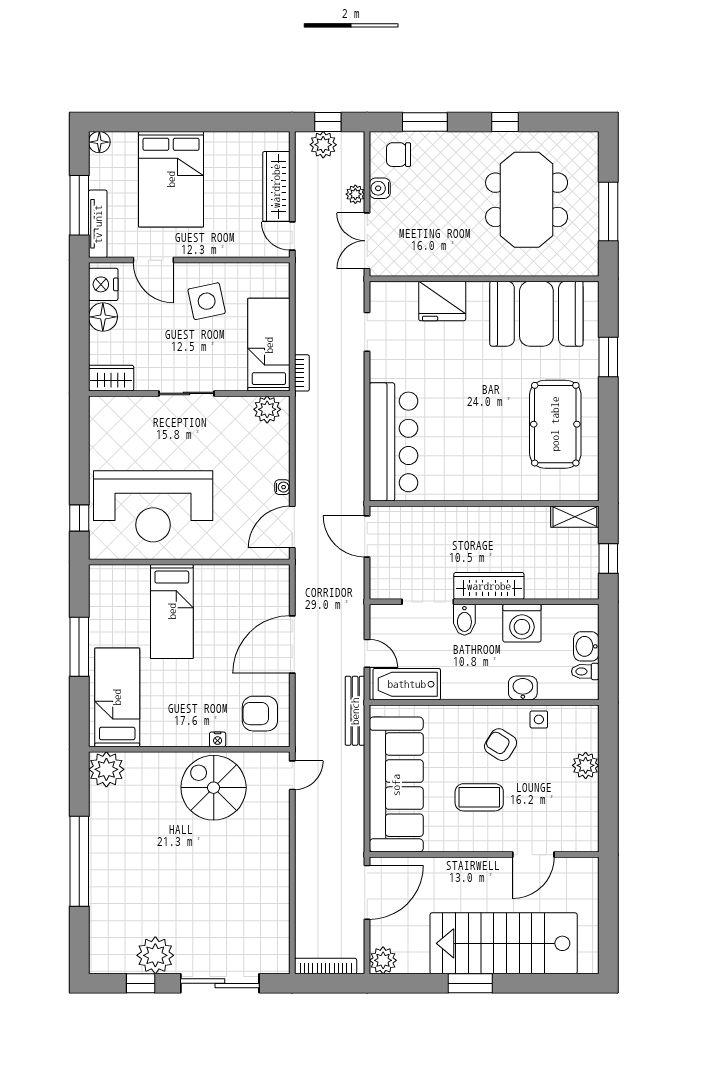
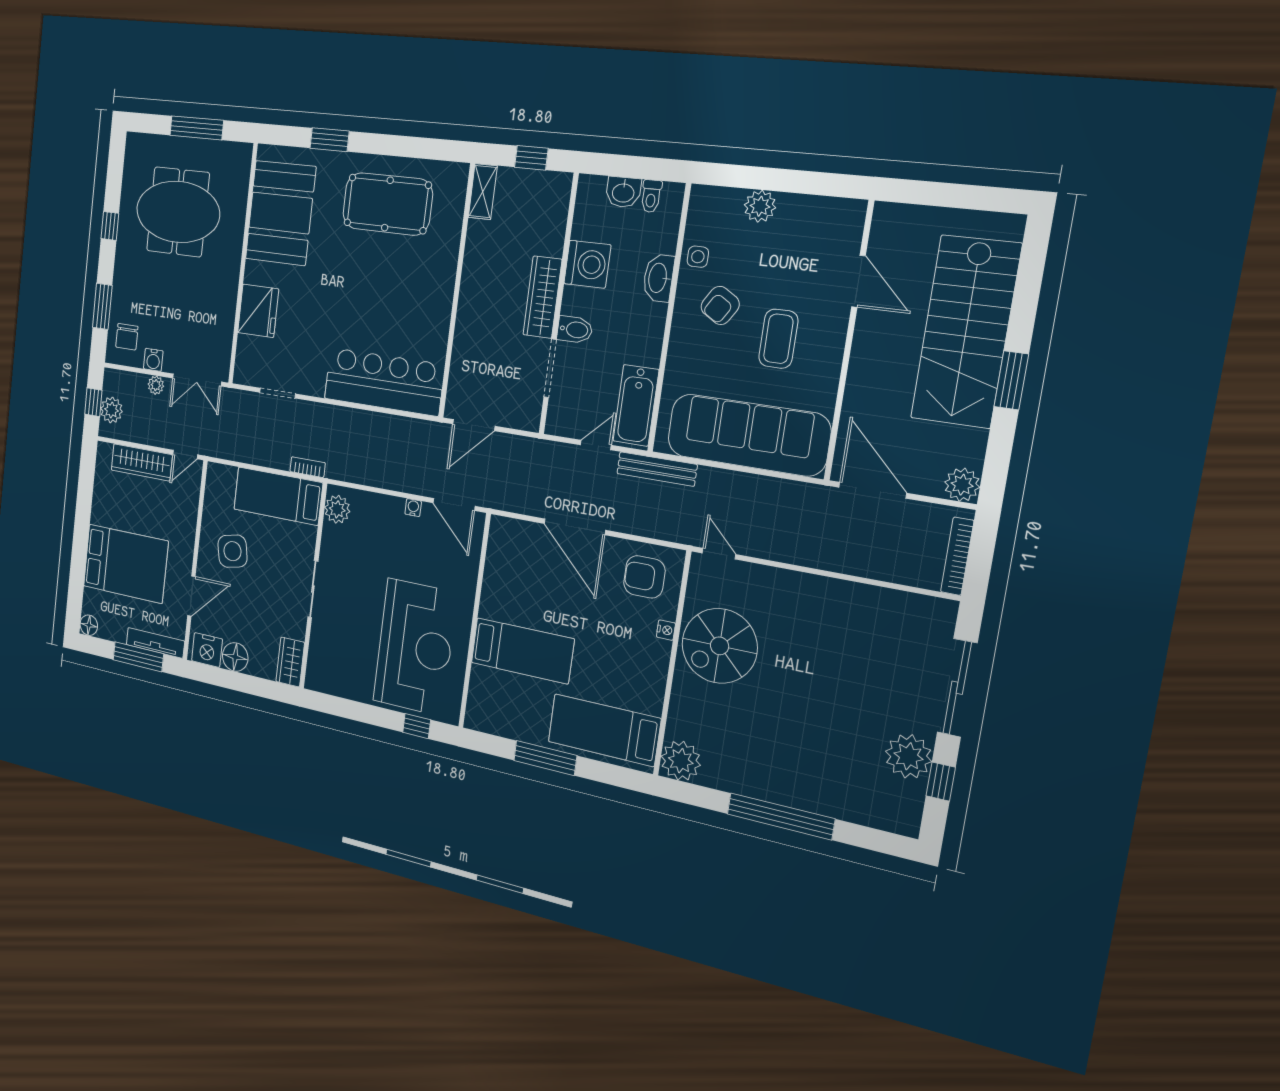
washbasin: (523, 688) -> (658, 278), width x1.38
armchair: (260, 714) -> (644, 577), turned 90

